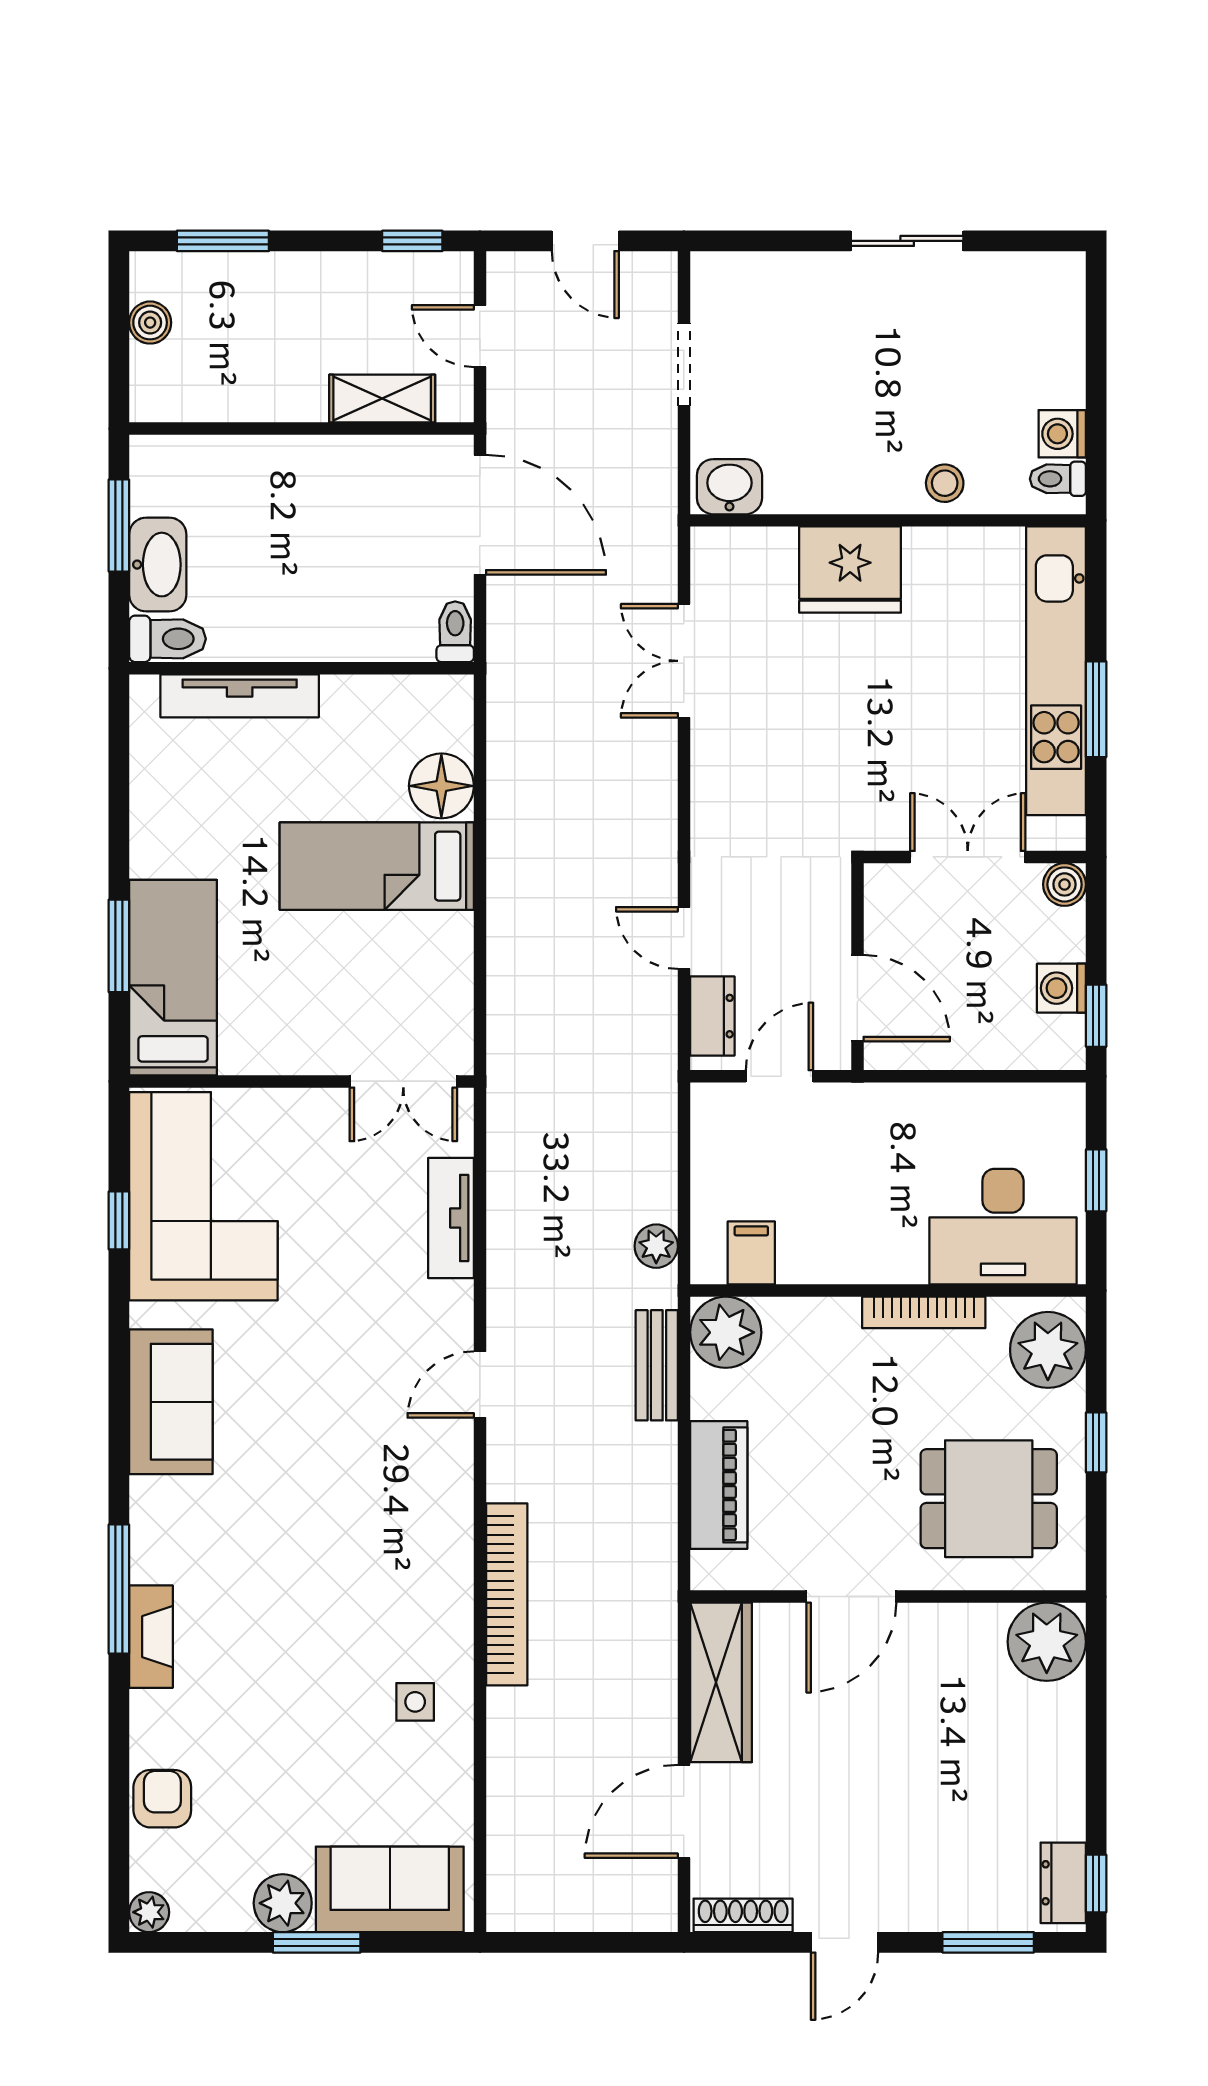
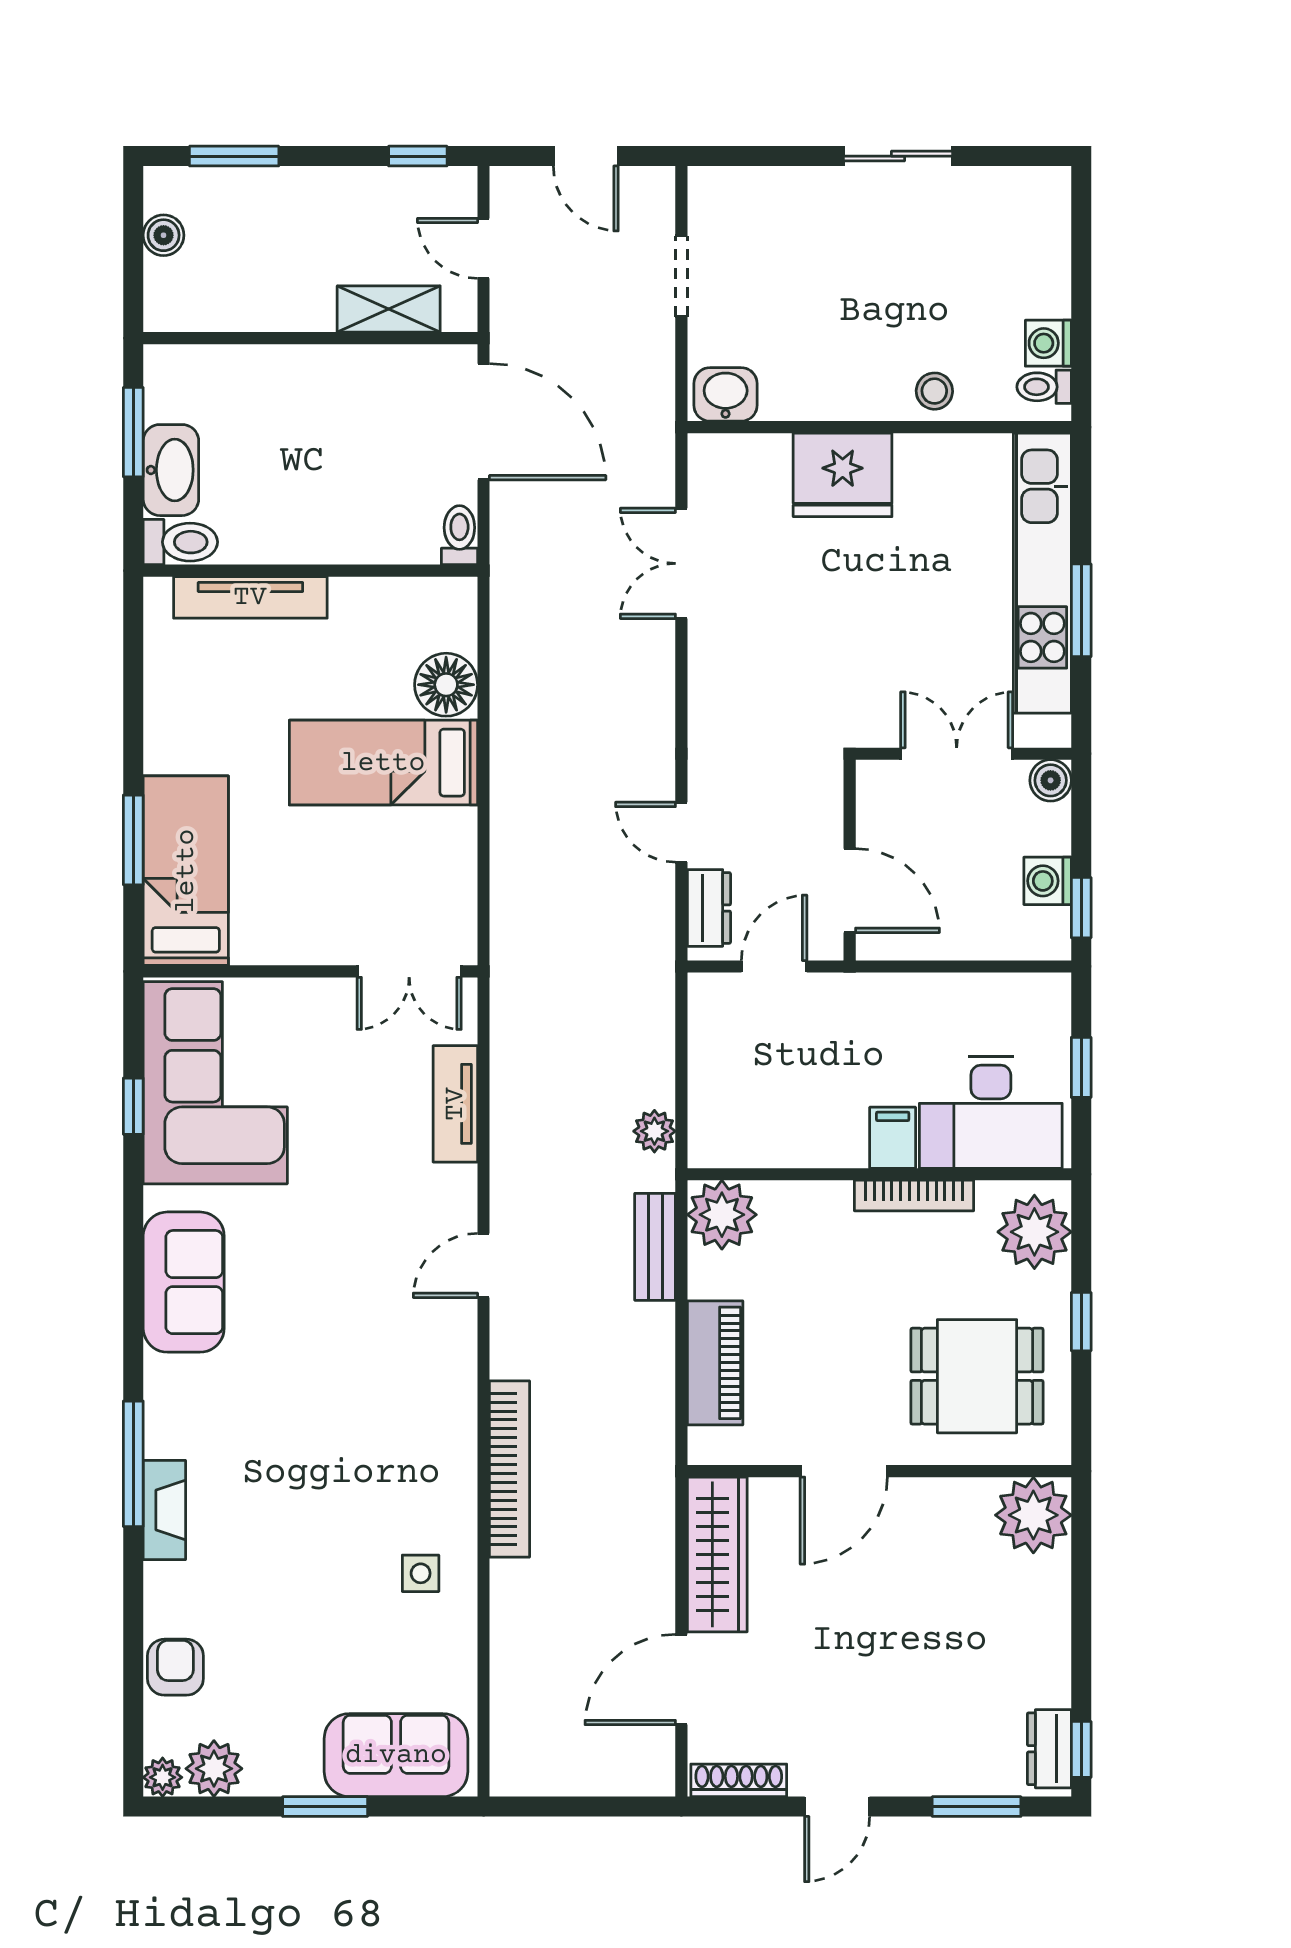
filing cabinet: (751, 1253) -> (893, 1138), moved
plant: (283, 1903) -> (214, 1769), moved

